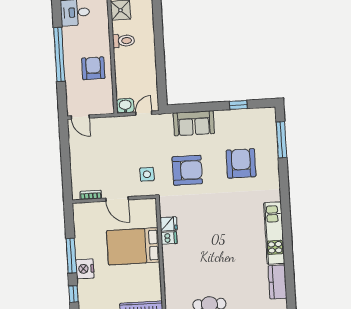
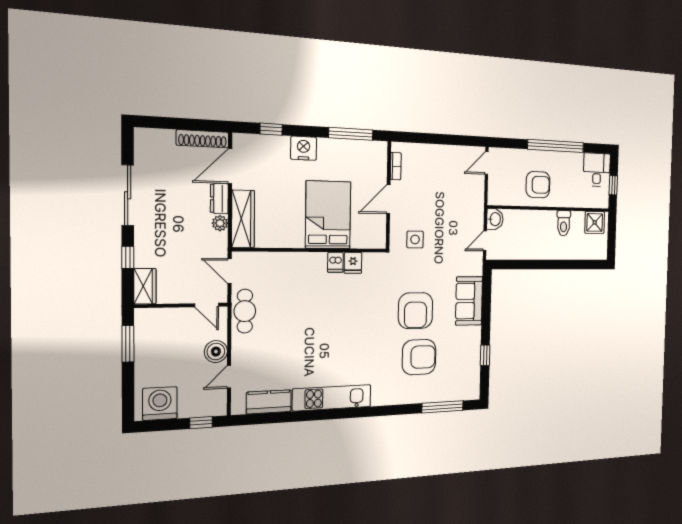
door: (144, 113) -> (485, 241), swing flipped
armchair: (187, 170) -> (416, 311), moved
window: (71, 256) -> (351, 134), moved

